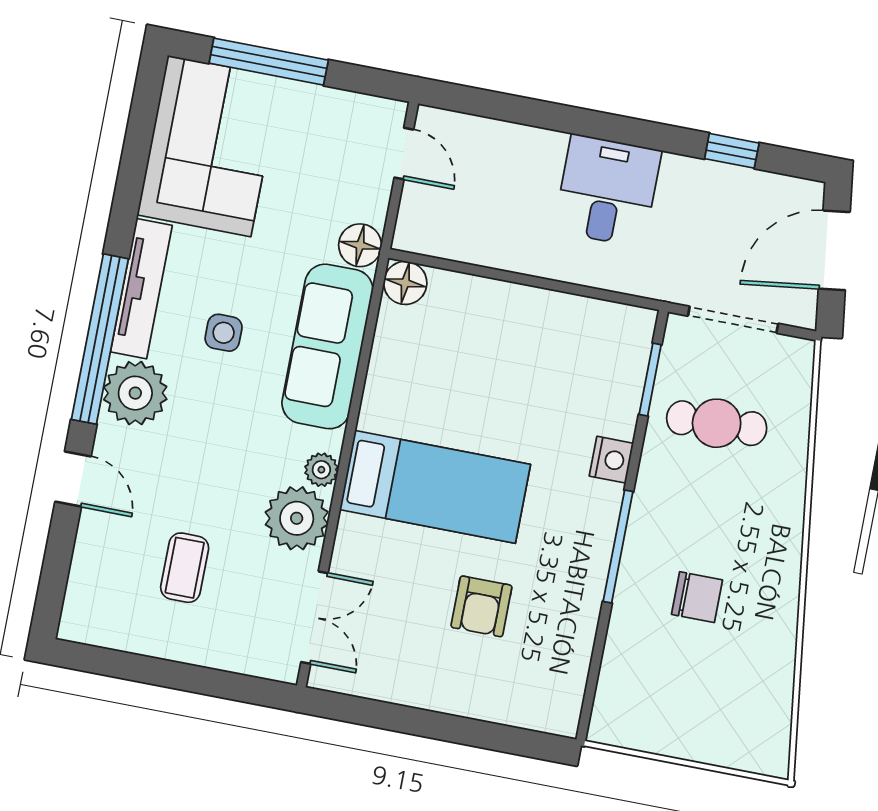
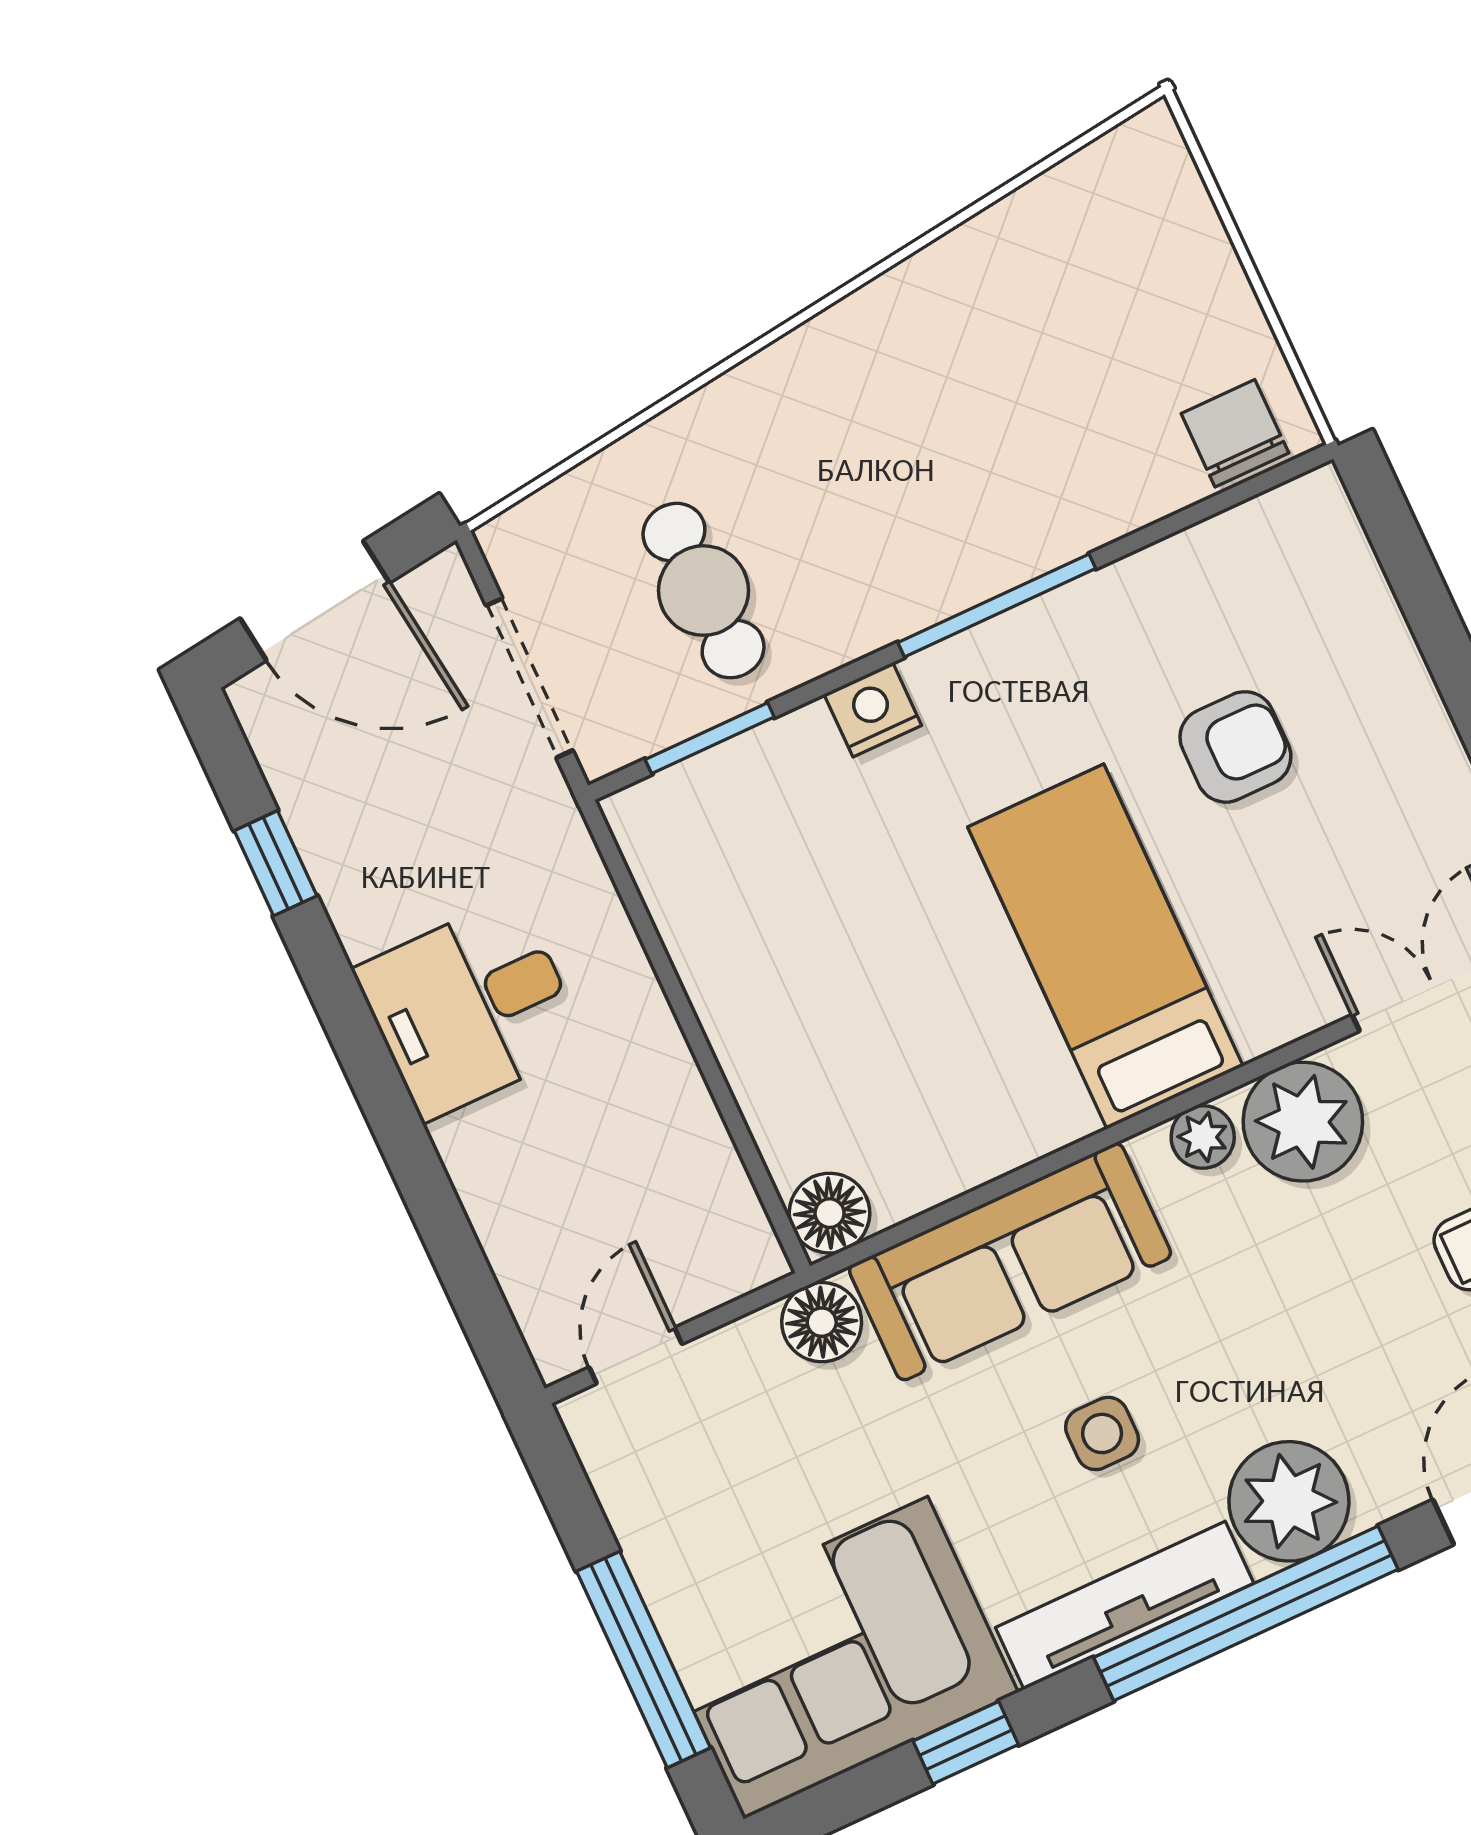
window: (131, 176) -> (966, 1743), added
chair: (697, 597) -> (1235, 433), moved

